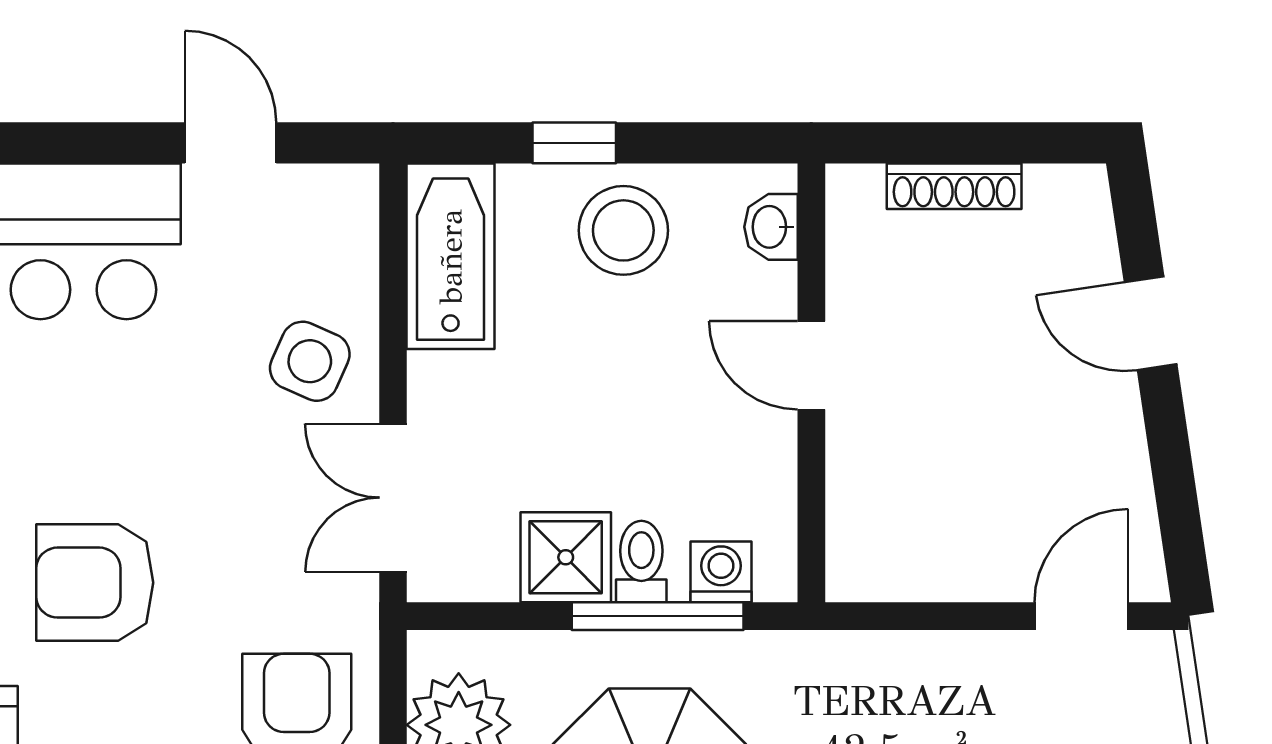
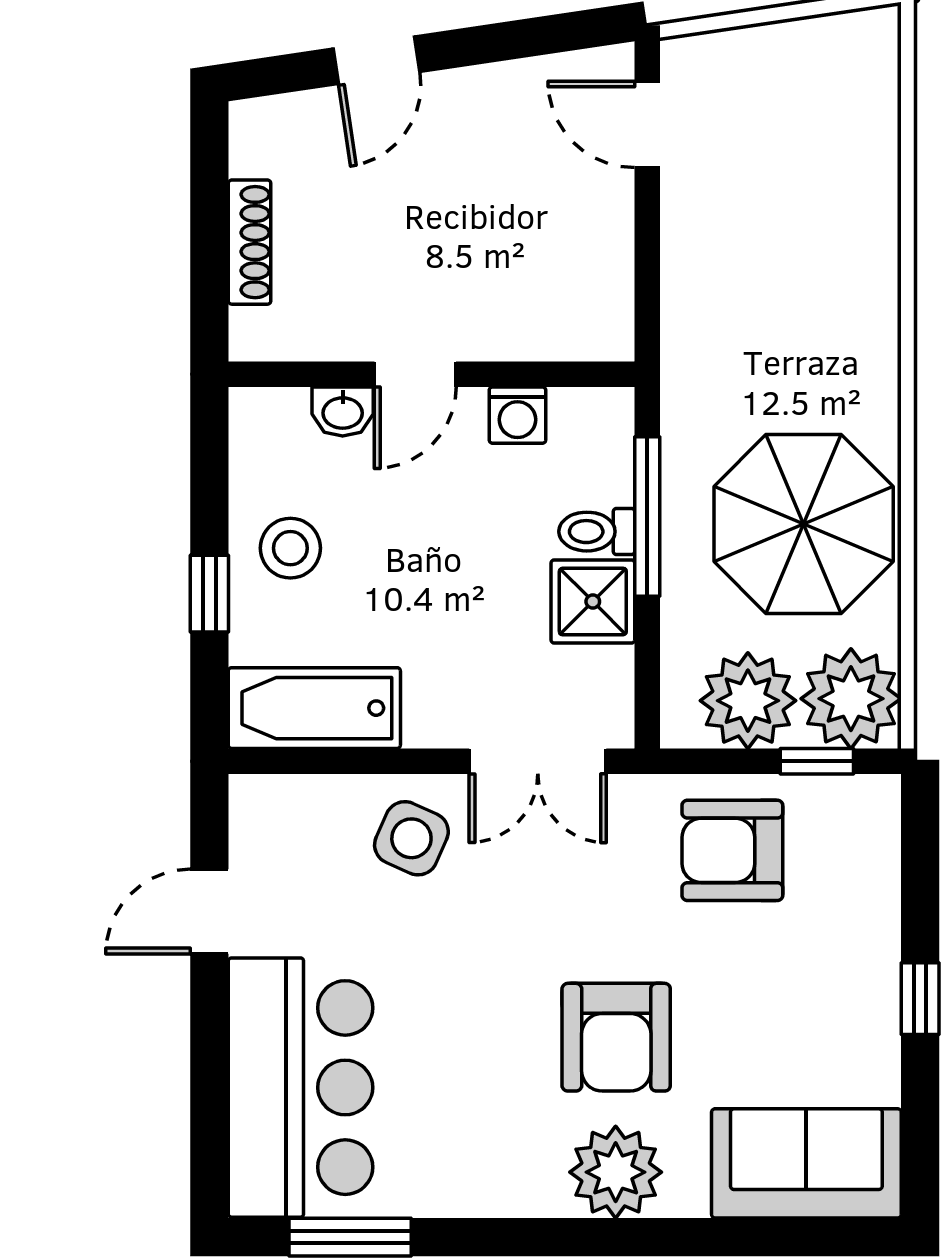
washbasin: (771, 227) -> (343, 412), moved
stool: (623, 230) -> (290, 548), width x0.73, depth x0.73
washing machine: (721, 572) -> (517, 415), moved, turned -90

